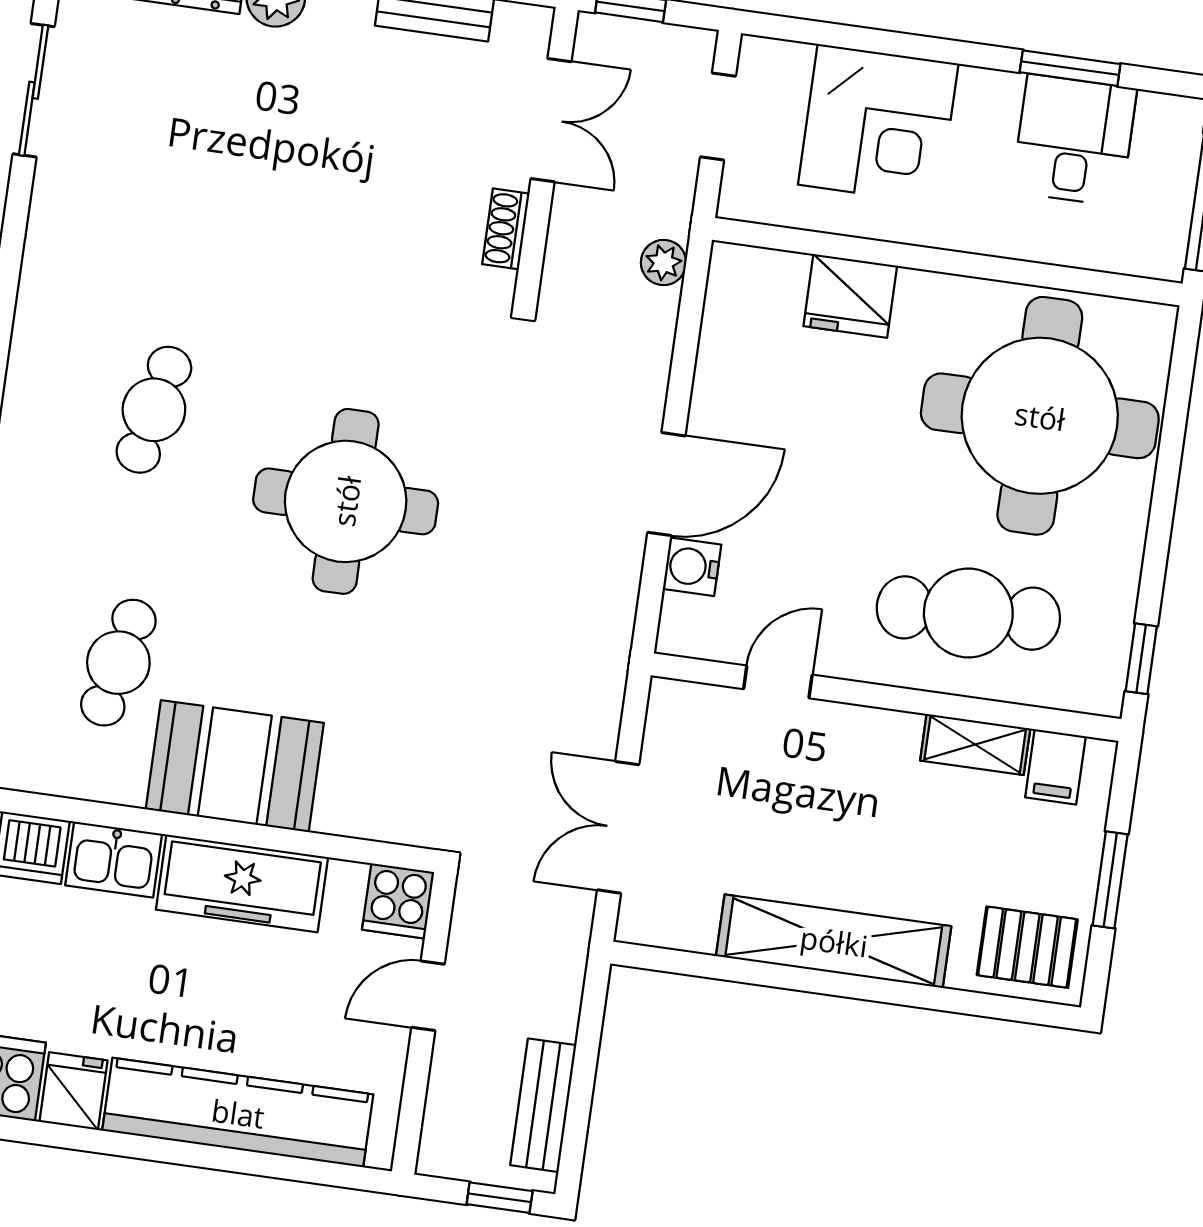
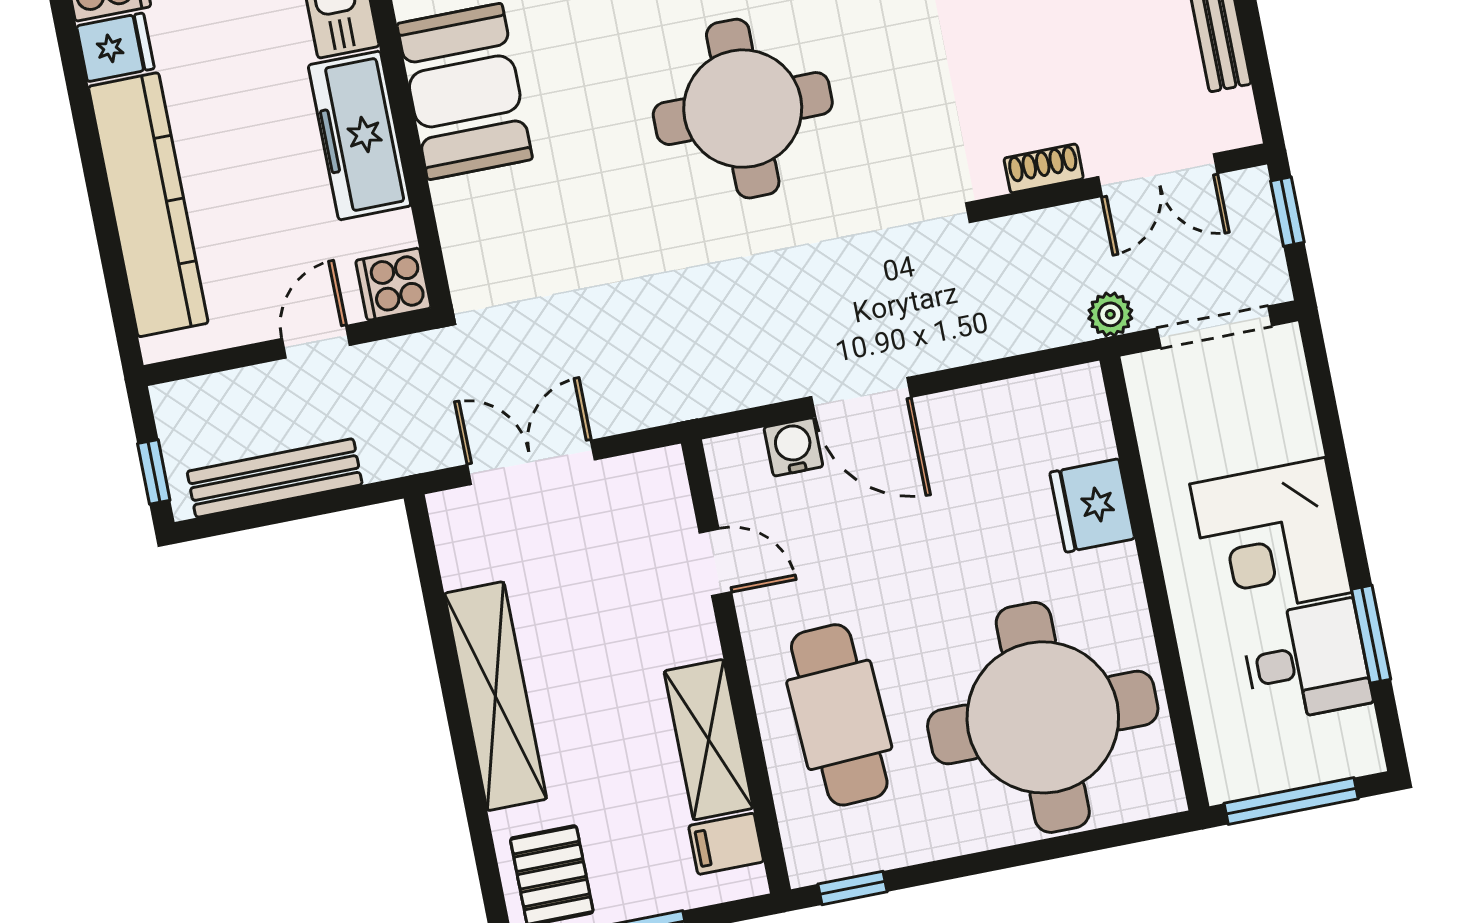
doorway: (718, 117) -> (1214, 327), width x1.38
corner desk: (878, 124) -> (1271, 538), moved
plant: (664, 263) -> (1110, 314), moved
shelving: (975, 744) -> (709, 740), width x1.50, depth x1.33
door: (428, 996) -> (316, 342), hinge flipped
bench: (543, 1105) -> (275, 478), width x1.36

